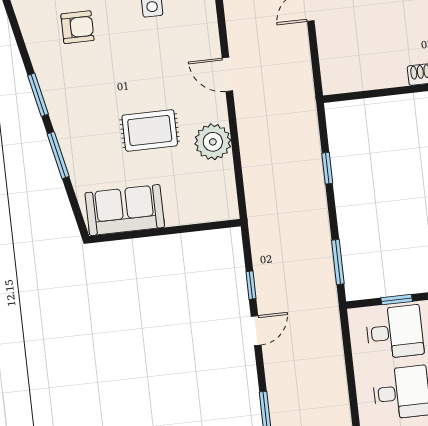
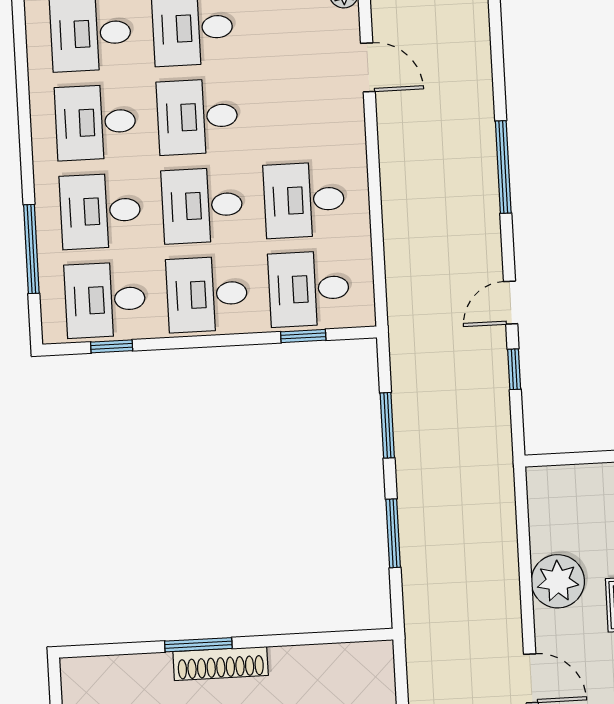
window: (327, 168) -> (393, 533), width x1.50
window: (338, 262) -> (387, 425), moved

